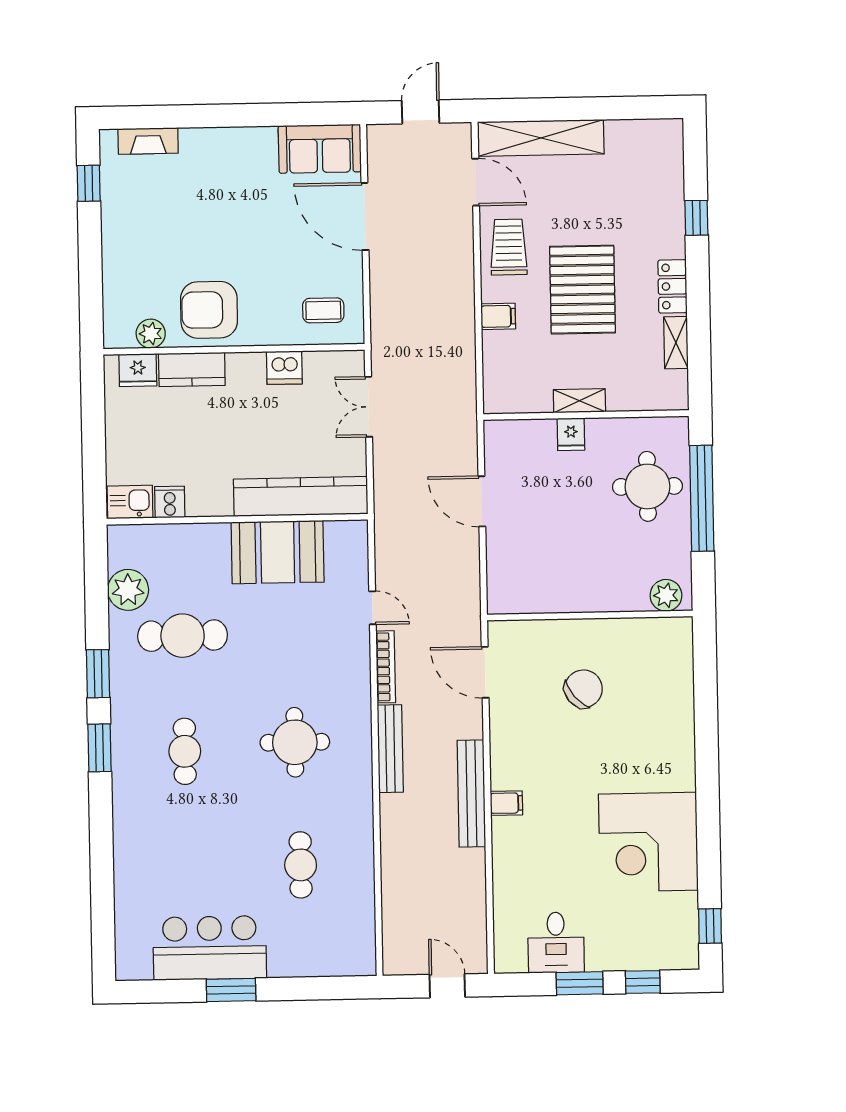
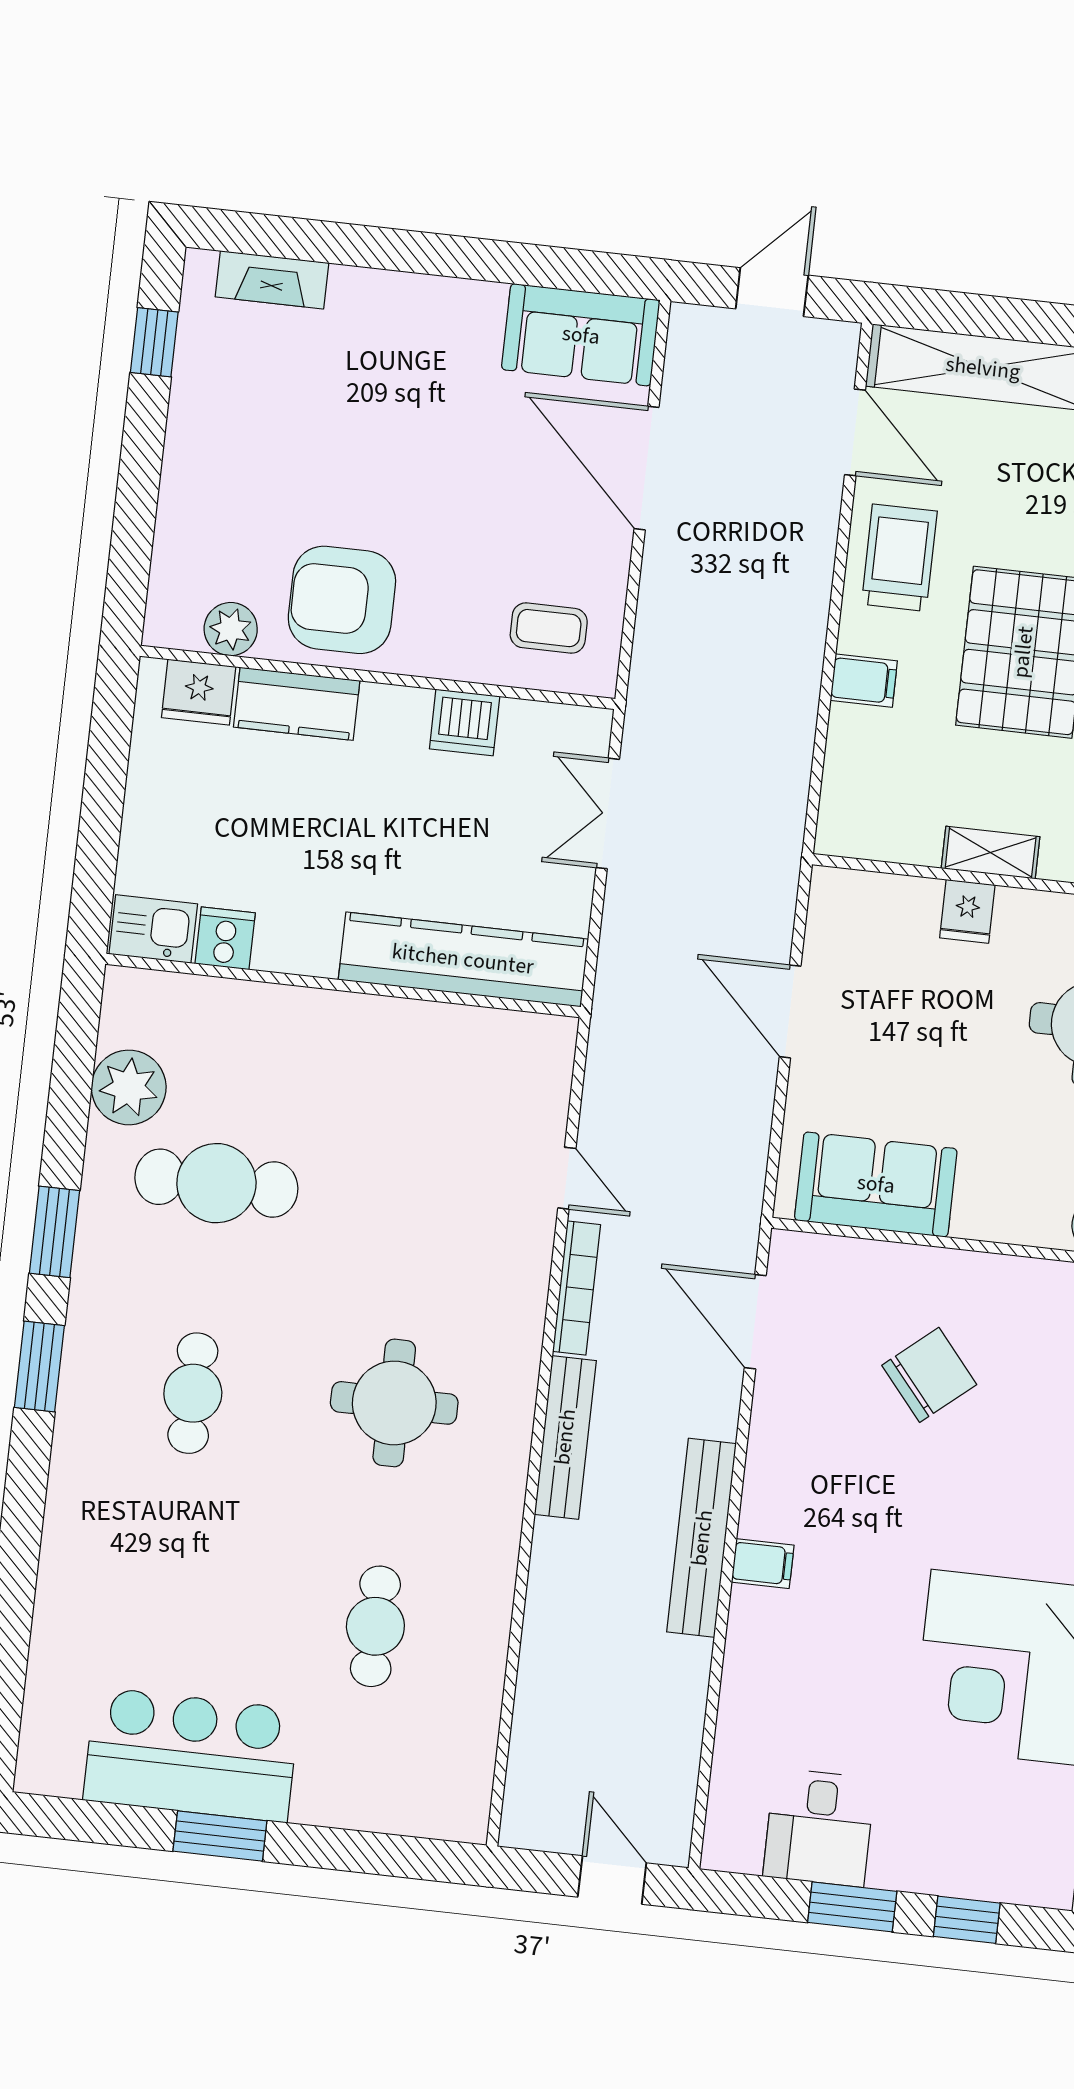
booth: (278, 552) -> (408, 1055), removed
sofa: (541, 589) -> (876, 1184), added

